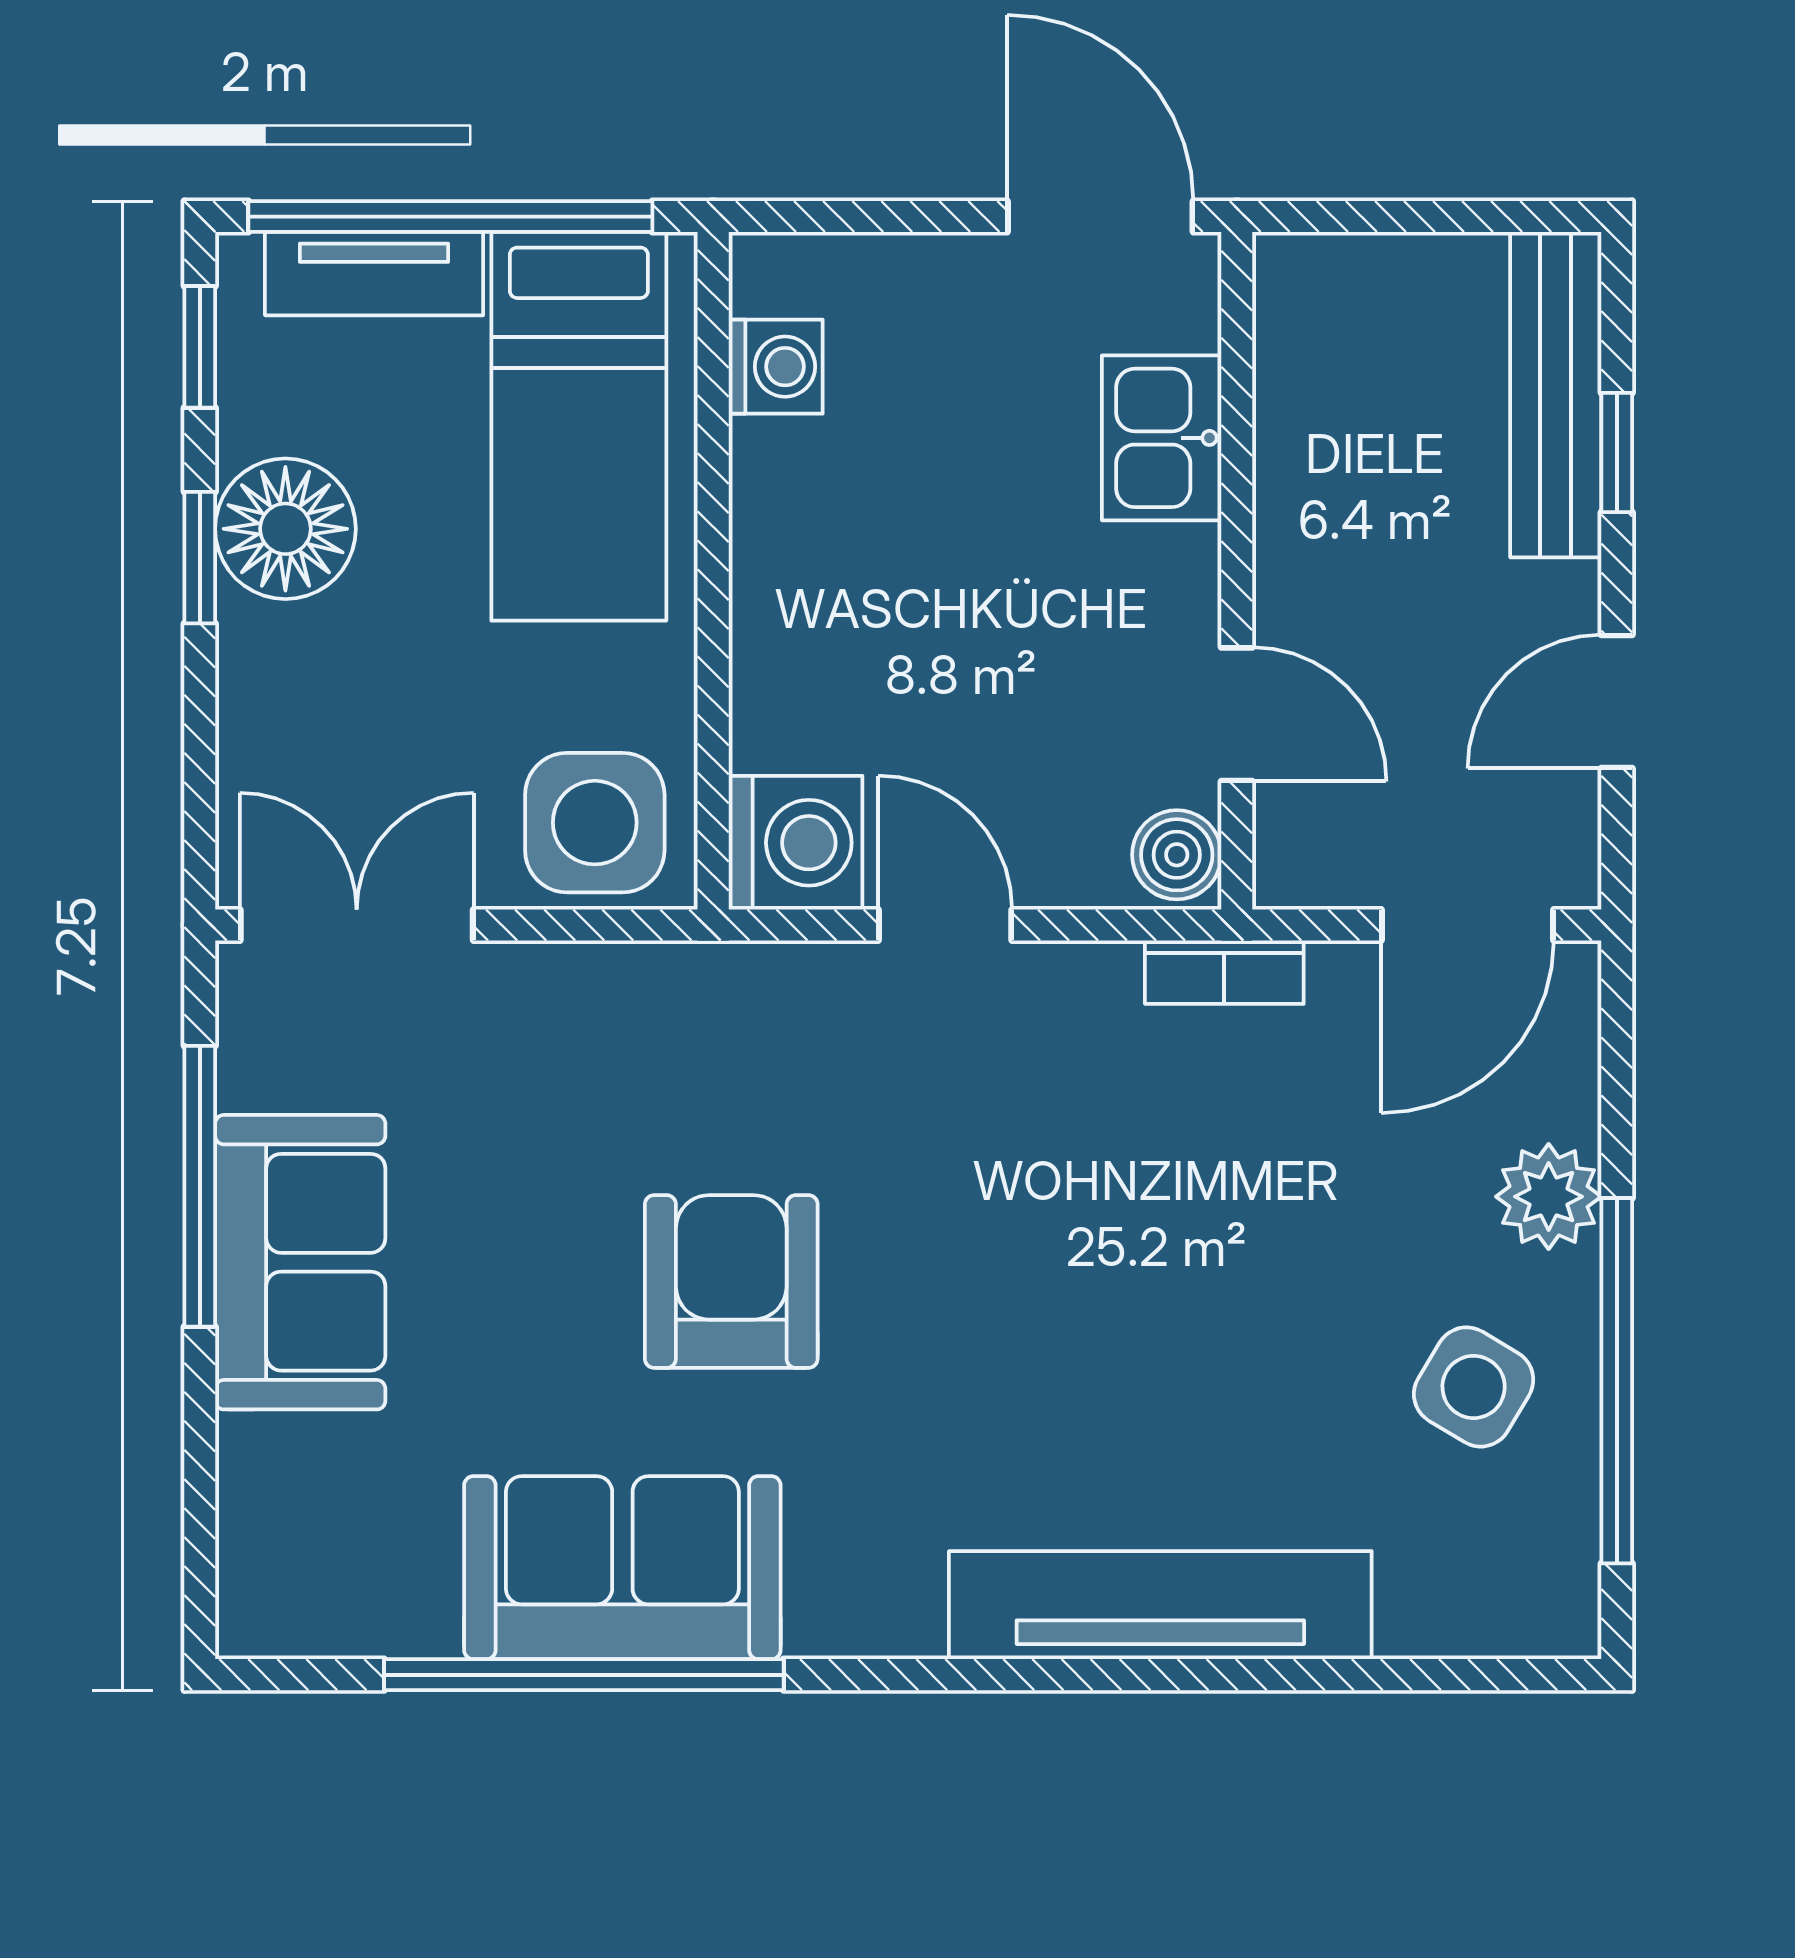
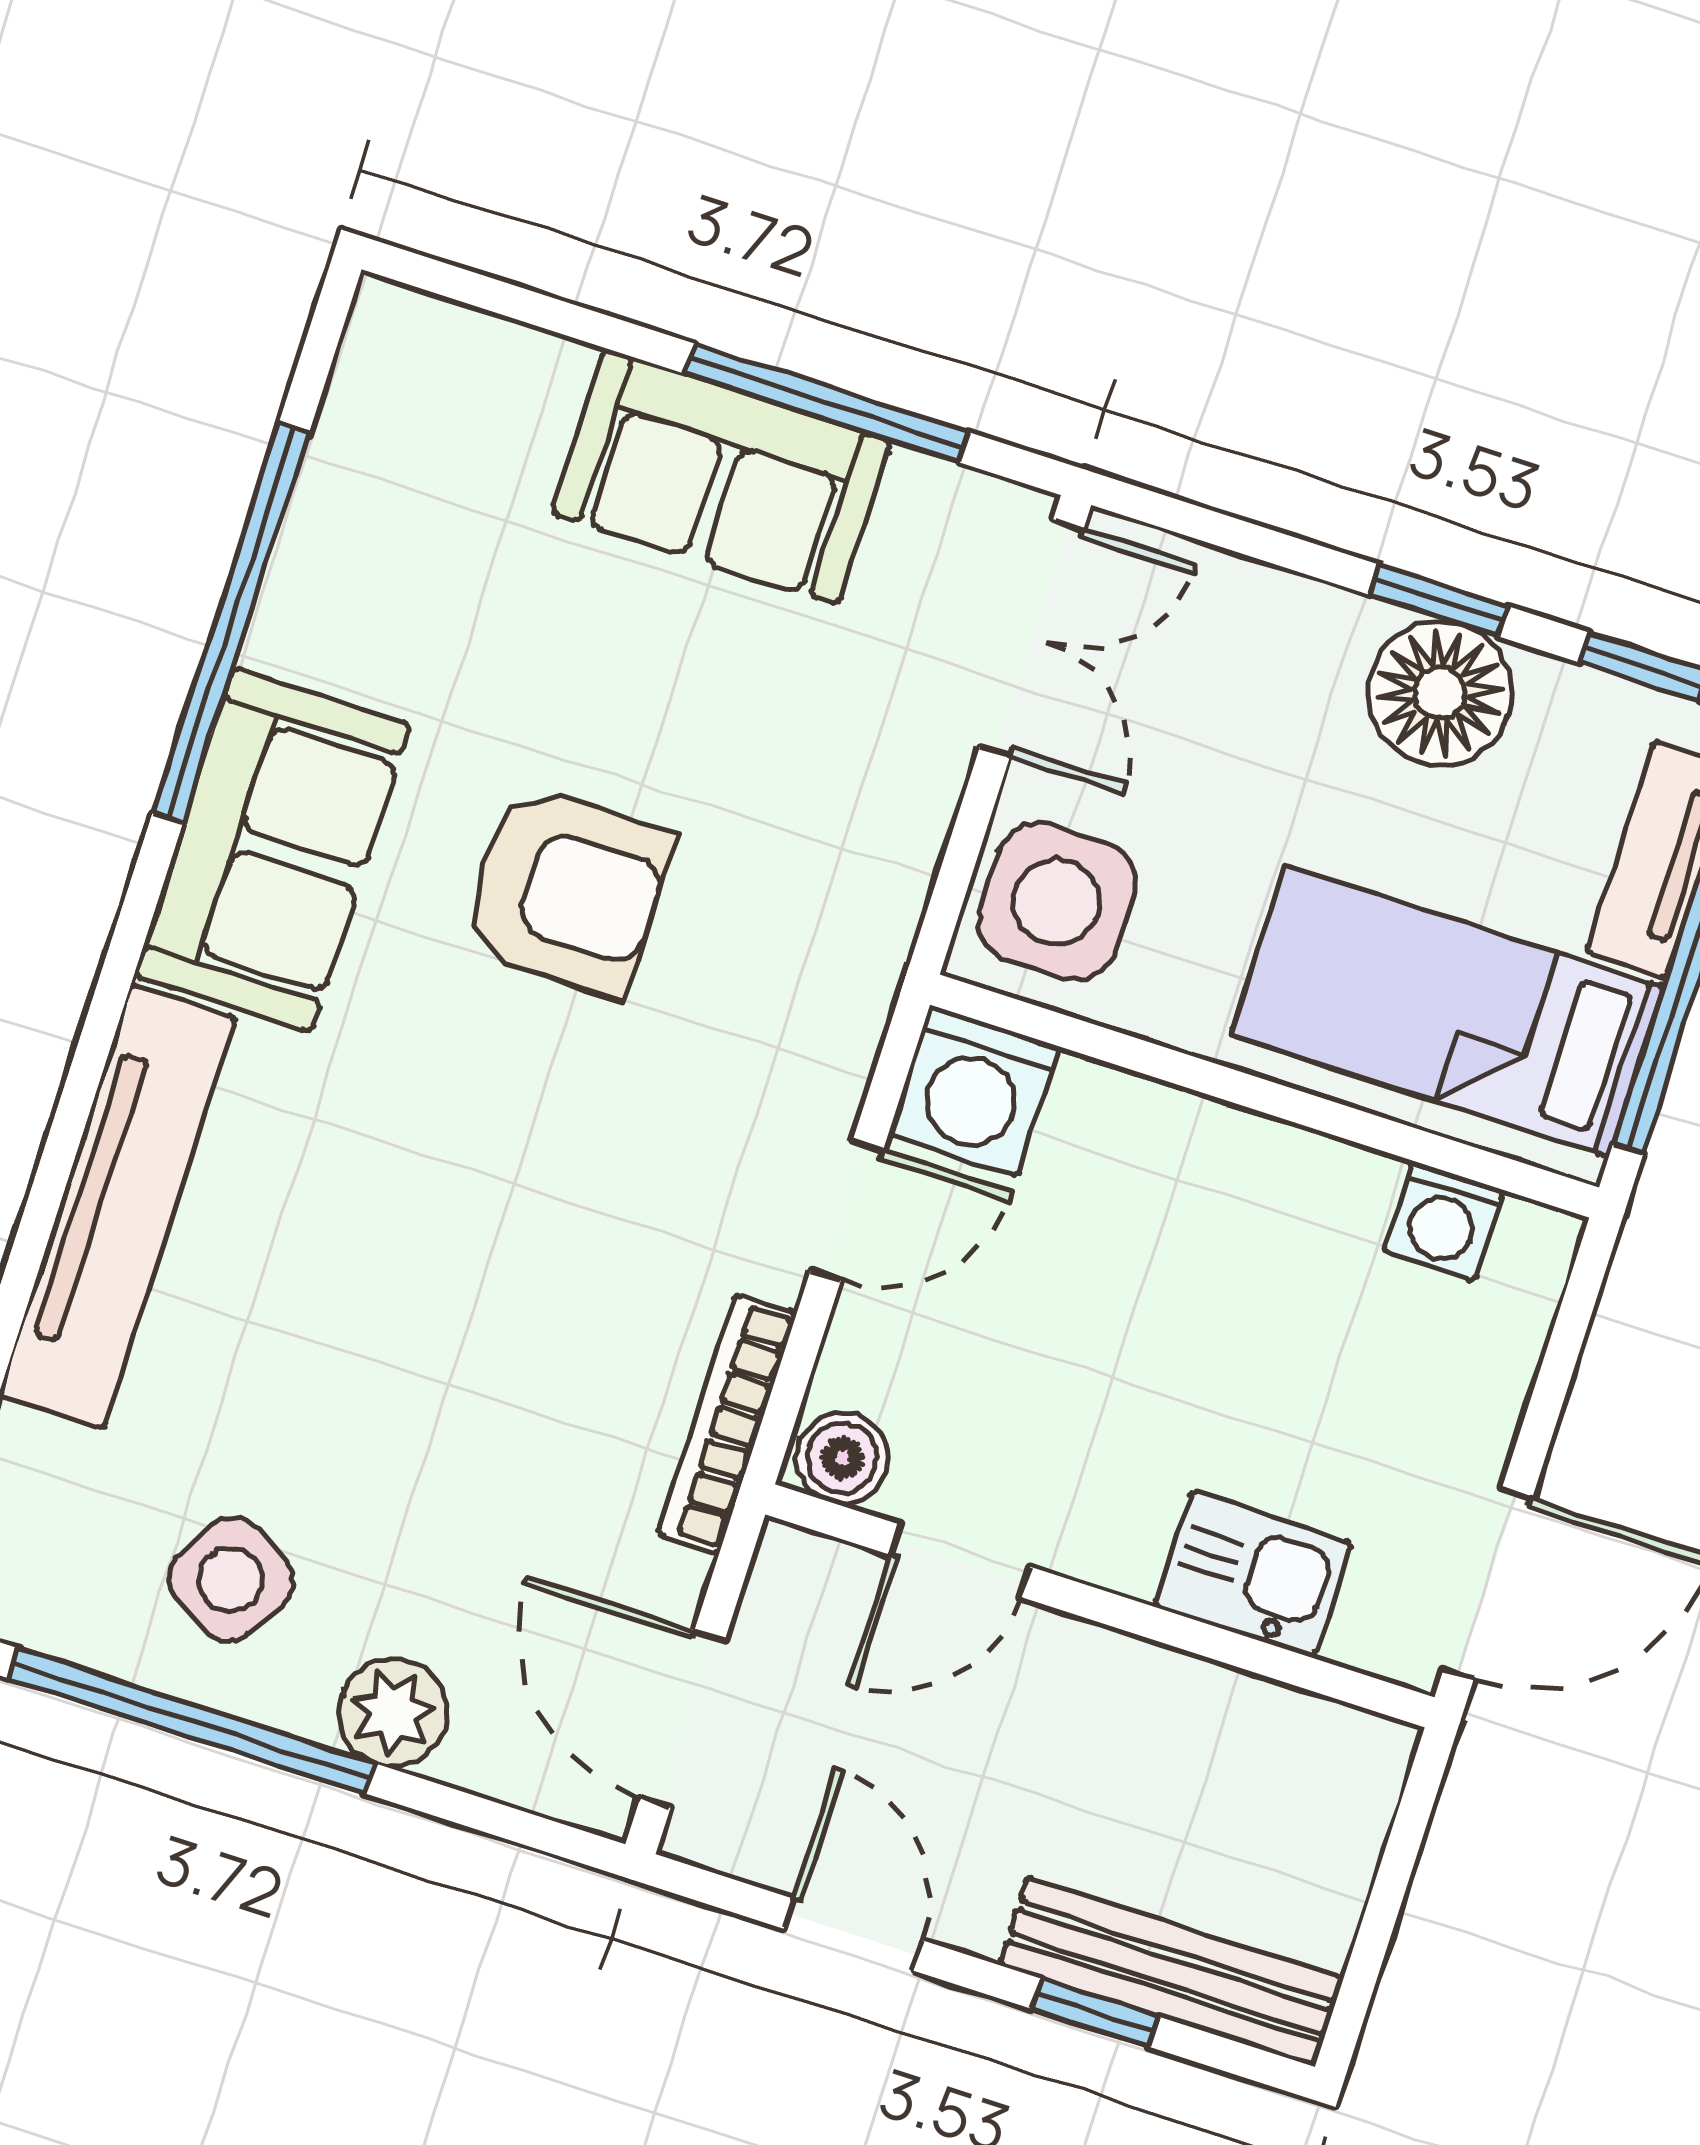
bookcase: (1224, 972) -> (727, 1424), width x1.56
sofa: (622, 1568) -> (272, 850), moved

